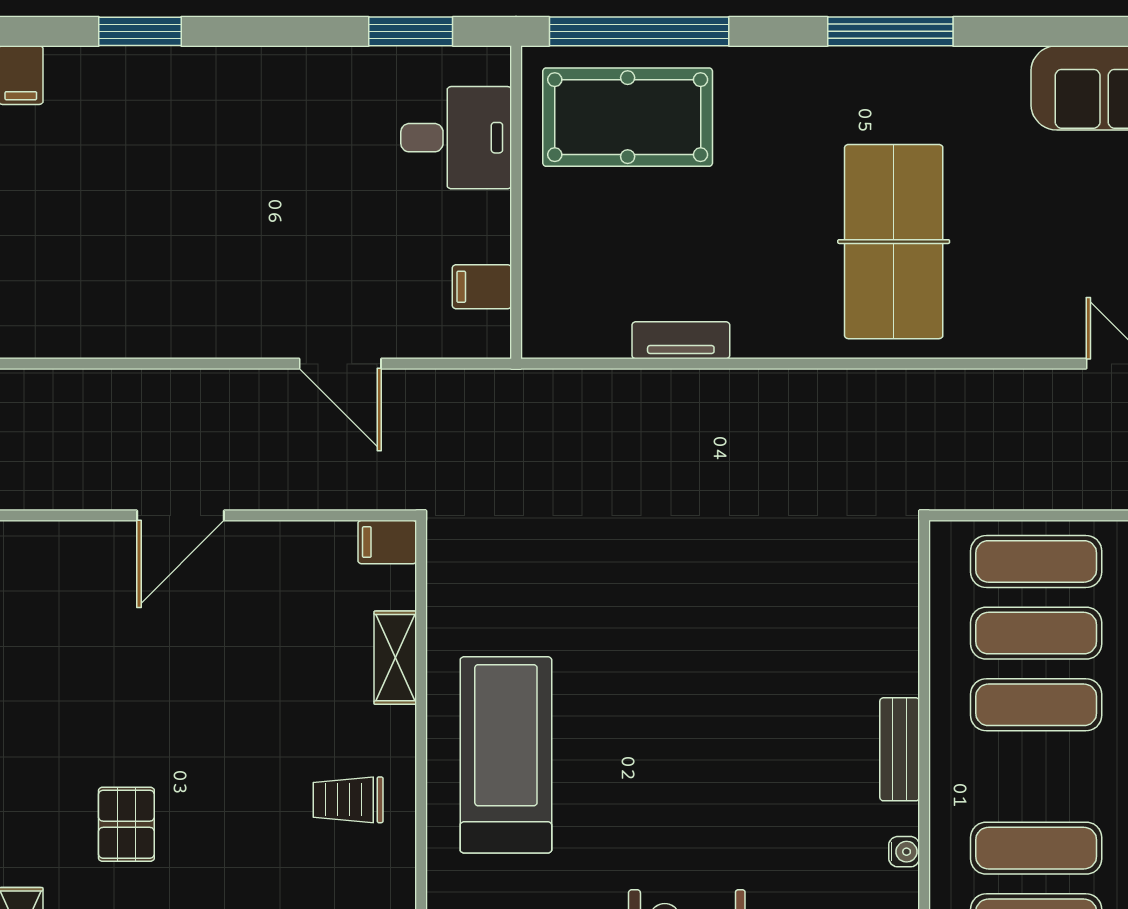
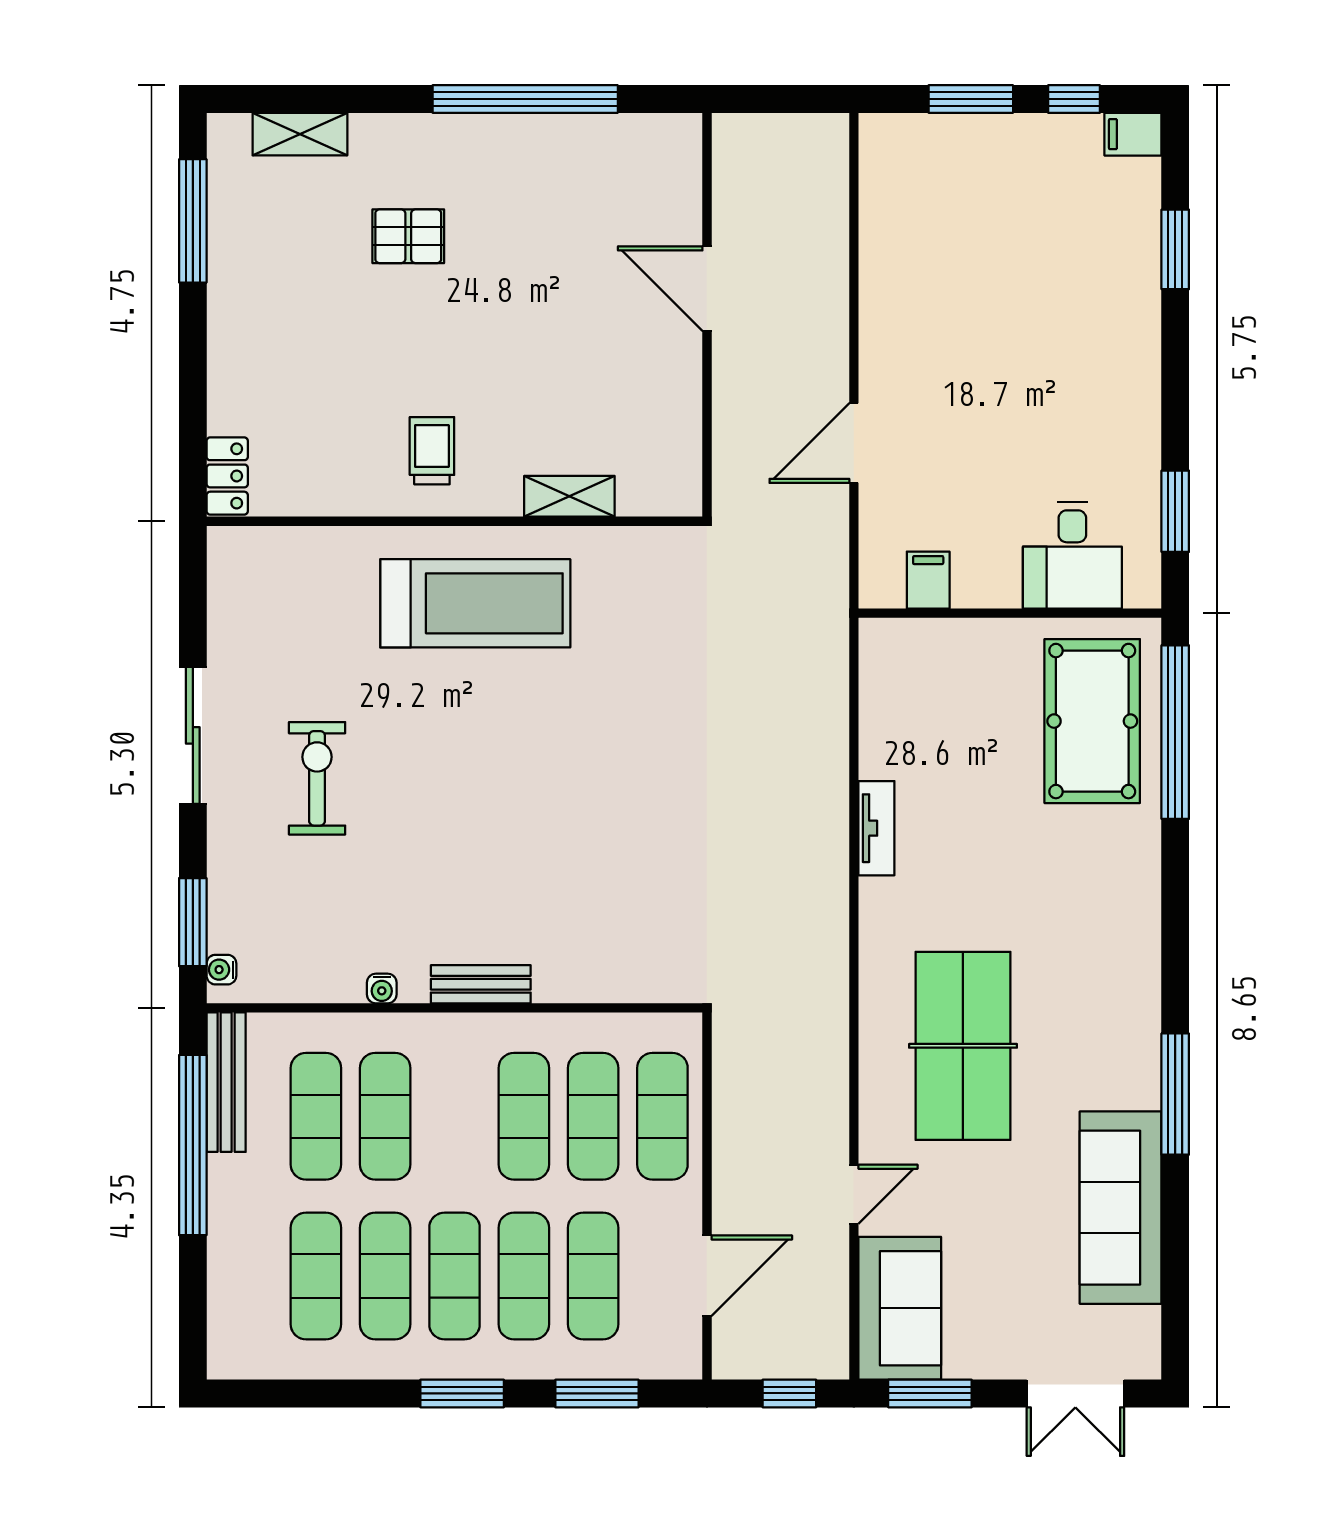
window: (890, 31) -> (1175, 1094), moved
table tennis table: (894, 242) -> (963, 1046), moved, turned 90
tv unit: (681, 340) -> (876, 828), moved
filing cabinet: (387, 542) -> (681, 489), removed

